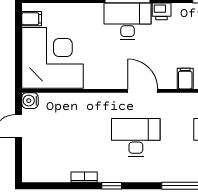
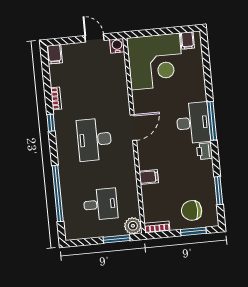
door: (143, 91) -> (133, 128), moved
desk: (136, 137) -> (94, 140), turned 180
filing cabinet: (33, 174) -> (55, 54), added

